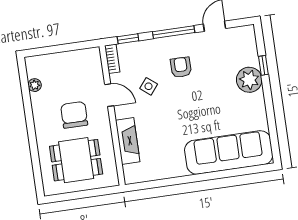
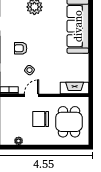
fireplace: (128, 141) -> (75, 88), moved

